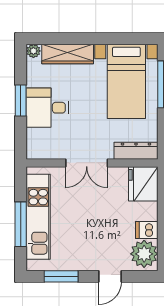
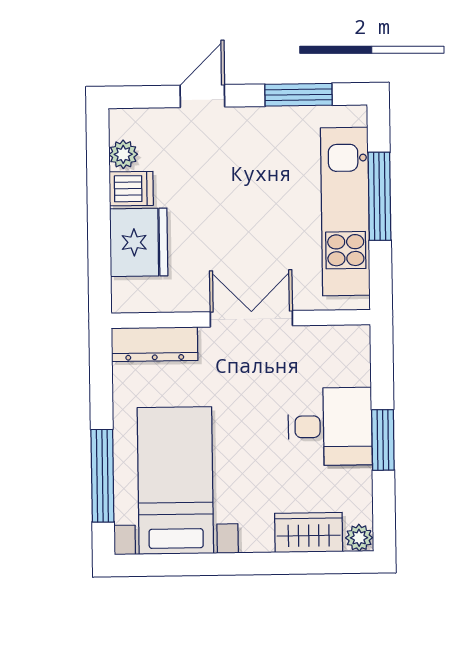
wardrobe: (68, 54) -> (309, 532), width x0.67
fridge: (143, 184) -> (139, 242), moved
plant: (144, 254) -> (123, 154), width x0.53, depth x0.53

